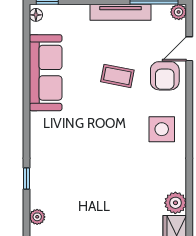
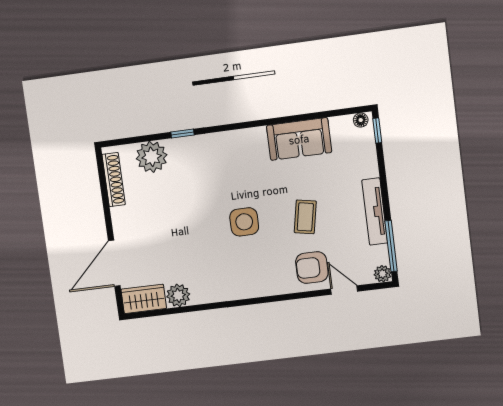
sofa: (46, 73) -> (299, 139), width x0.73
side table: (162, 129) -> (244, 222), moved
plant: (37, 217) -> (152, 157), width x1.88, depth x1.88

